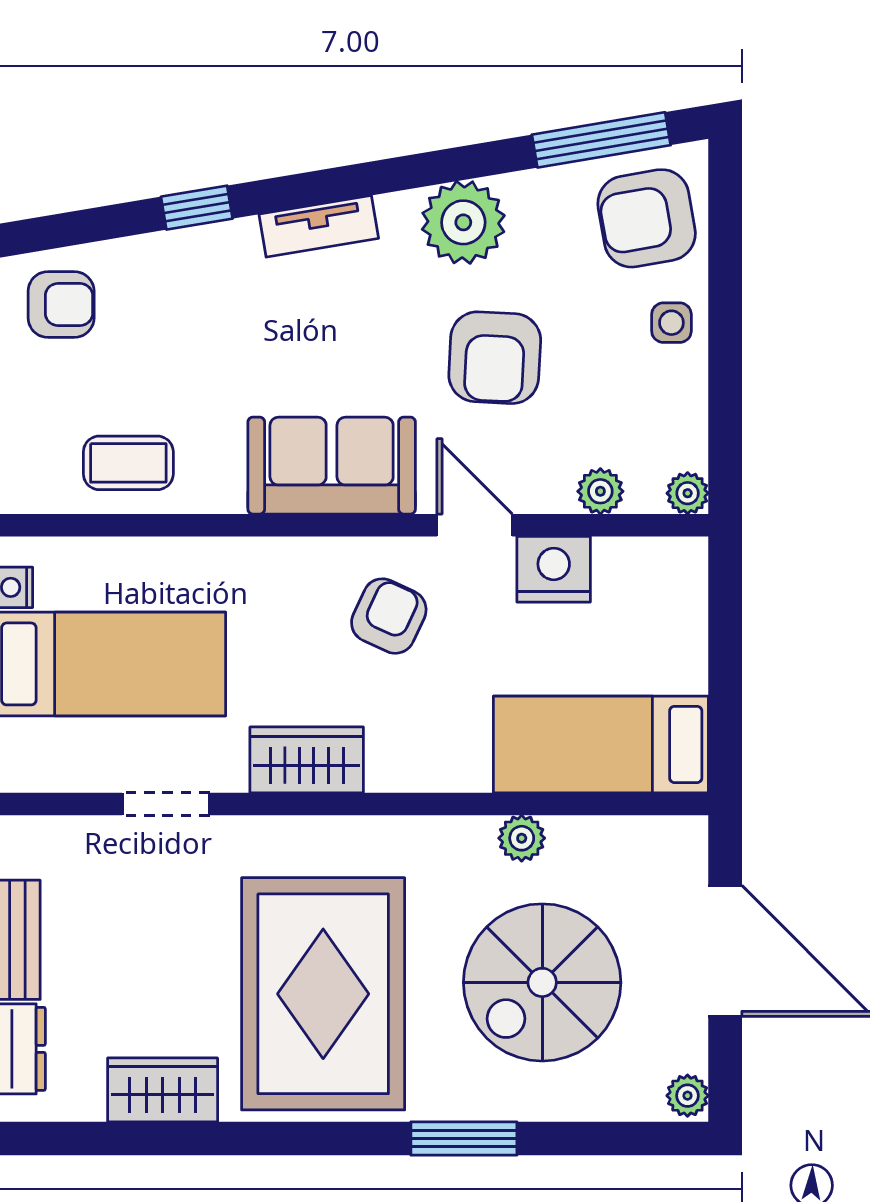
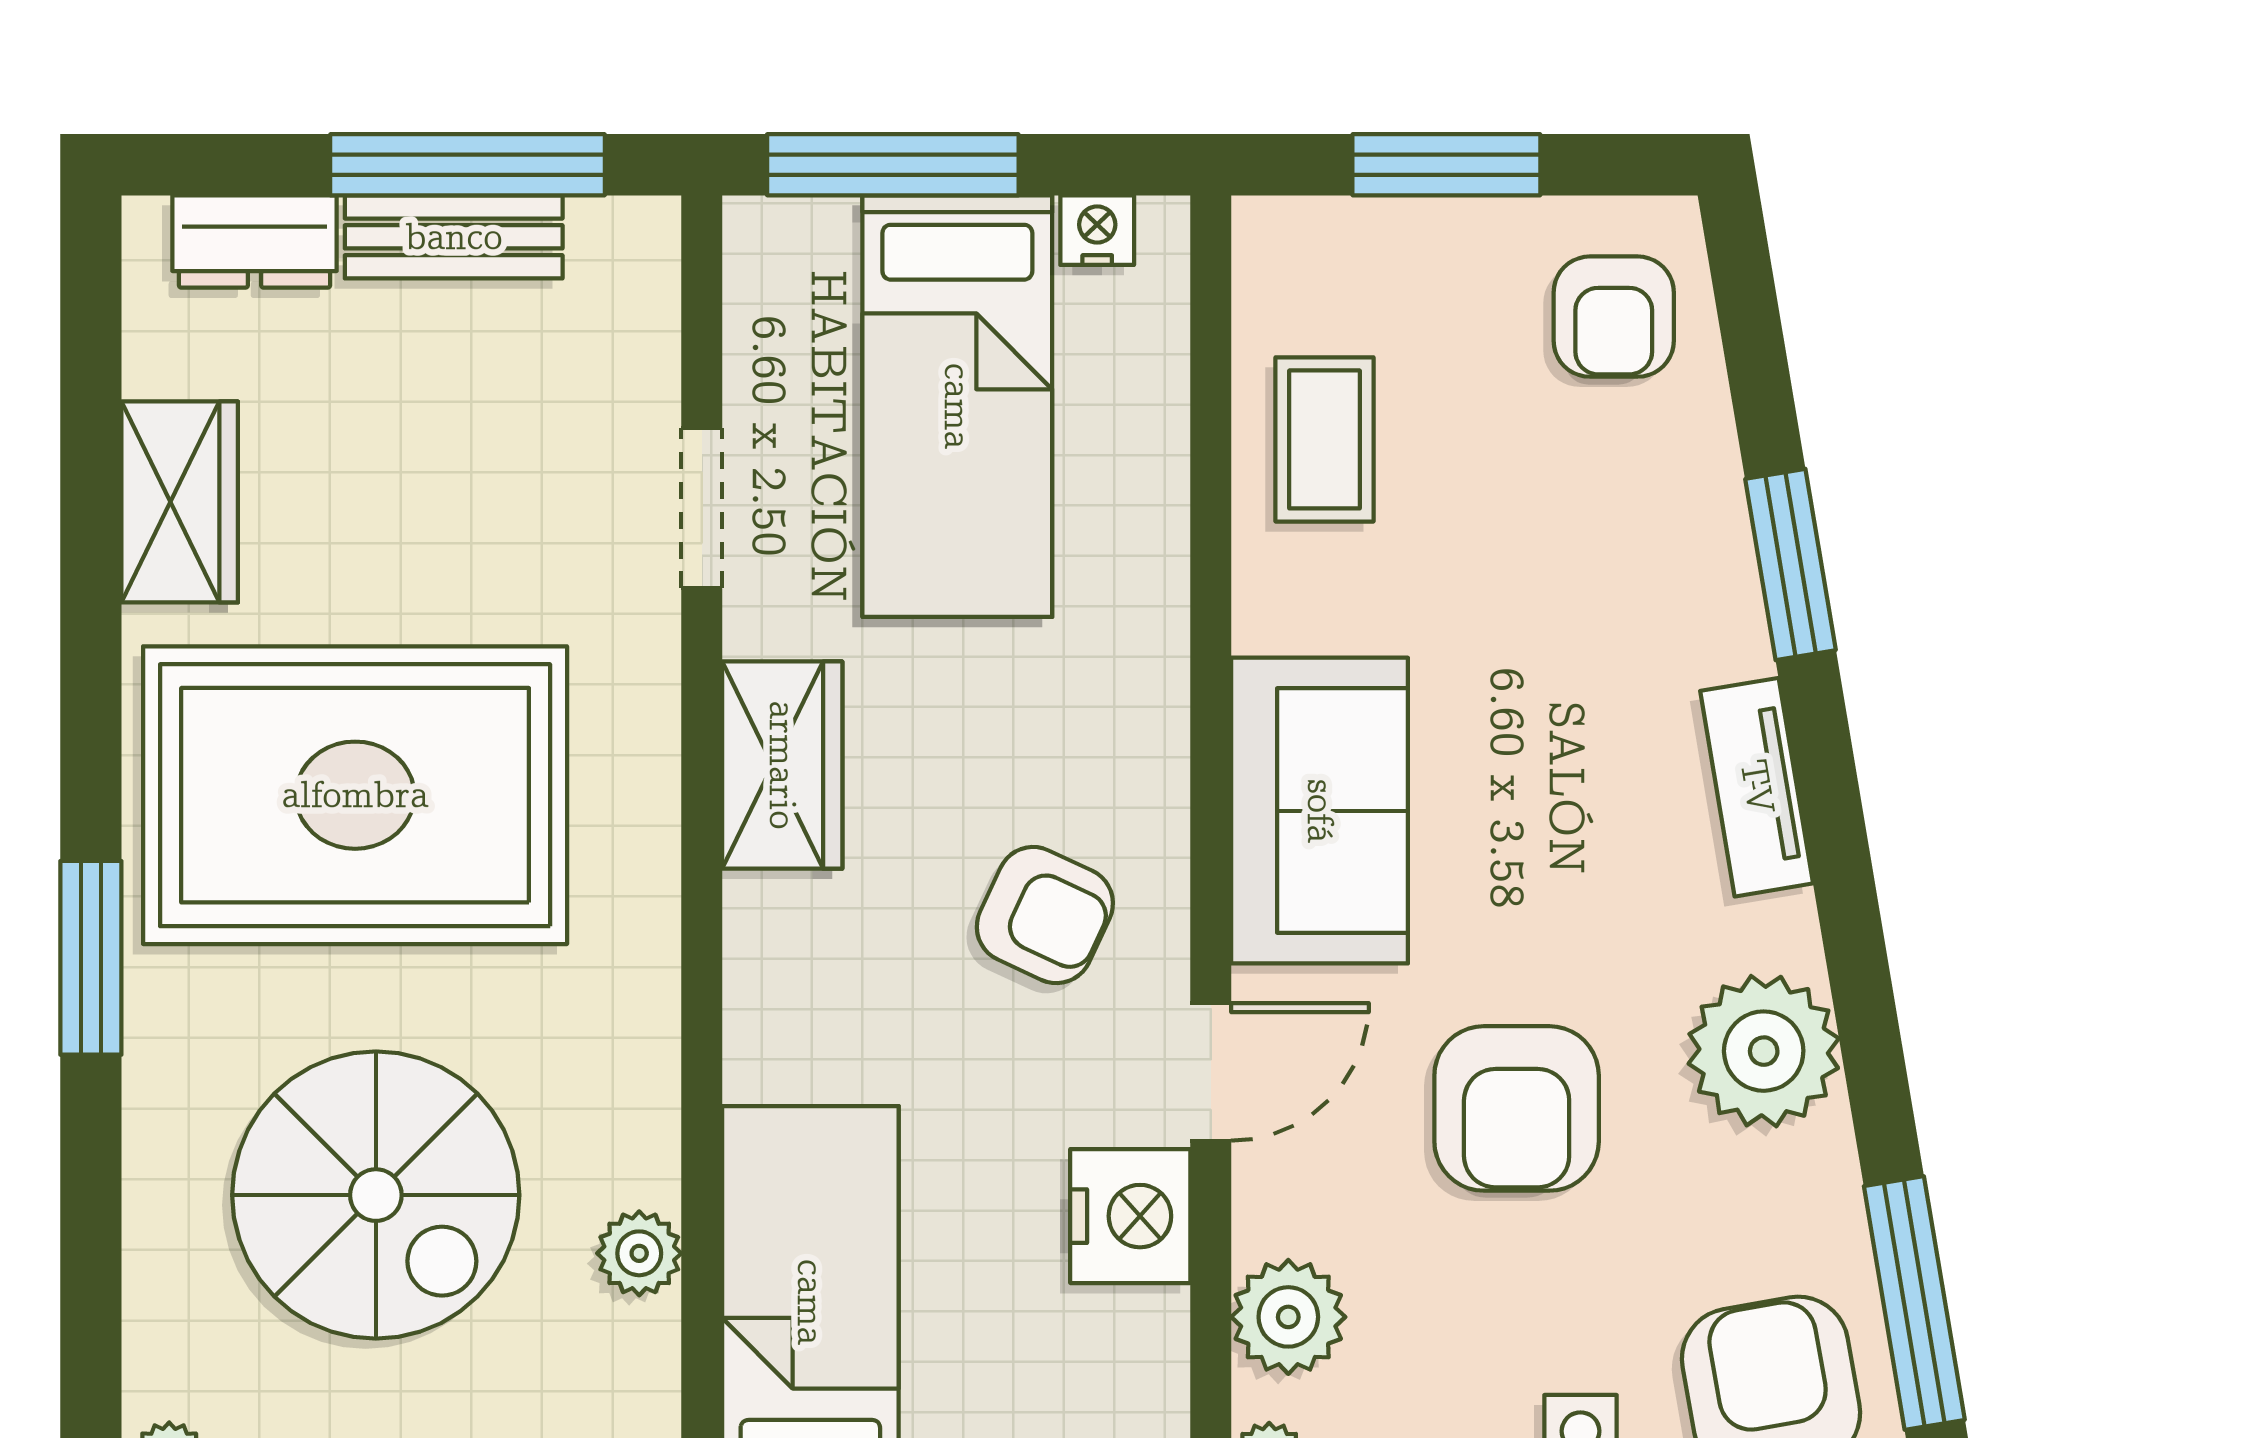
window: (197, 208) -> (1791, 565), width x1.50
armchair: (495, 358) -> (1517, 1108), turned -93
plant: (600, 491) -> (1288, 1317), width x1.38, depth x1.38
plant: (522, 838) -> (639, 1253), moved
spiral stairs: (542, 982) -> (376, 1195), turned 180
window: (464, 1139) -> (91, 958), moved

